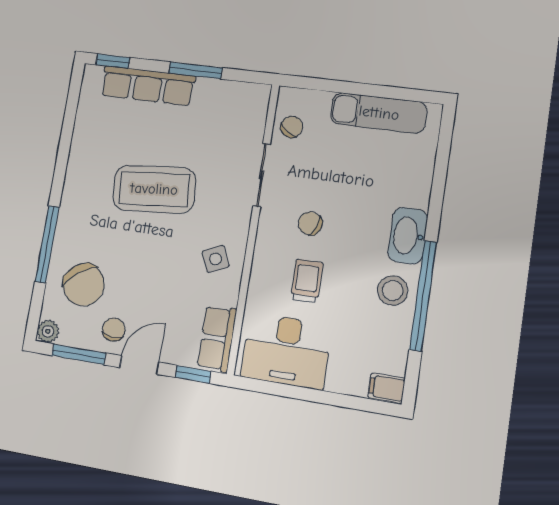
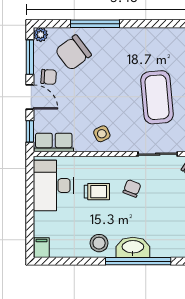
coffee table: (154, 189) -> (157, 97), moved
window: (423, 296) -> (138, 261), moved

